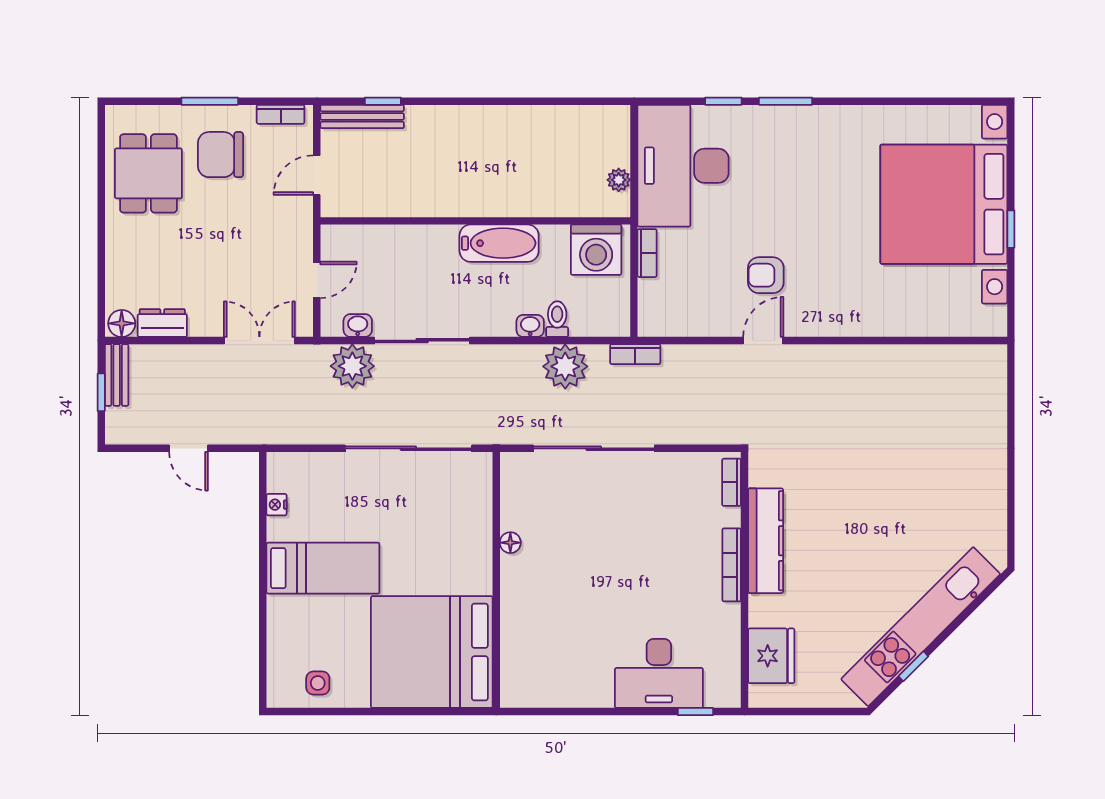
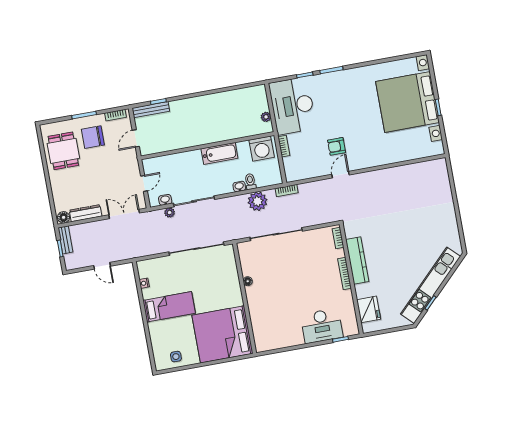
dresser: (162, 323) -> (86, 213), width x1.44
plant: (352, 366) -> (170, 212), width x0.53, depth x0.53

